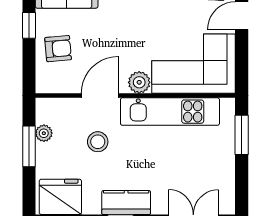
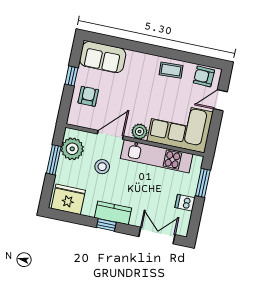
armchair: (58, 49) -> (88, 96), turned -85
plant: (44, 133) -> (72, 149), width x1.87, depth x1.87
dishwasher: (223, 167) -> (185, 203), added

